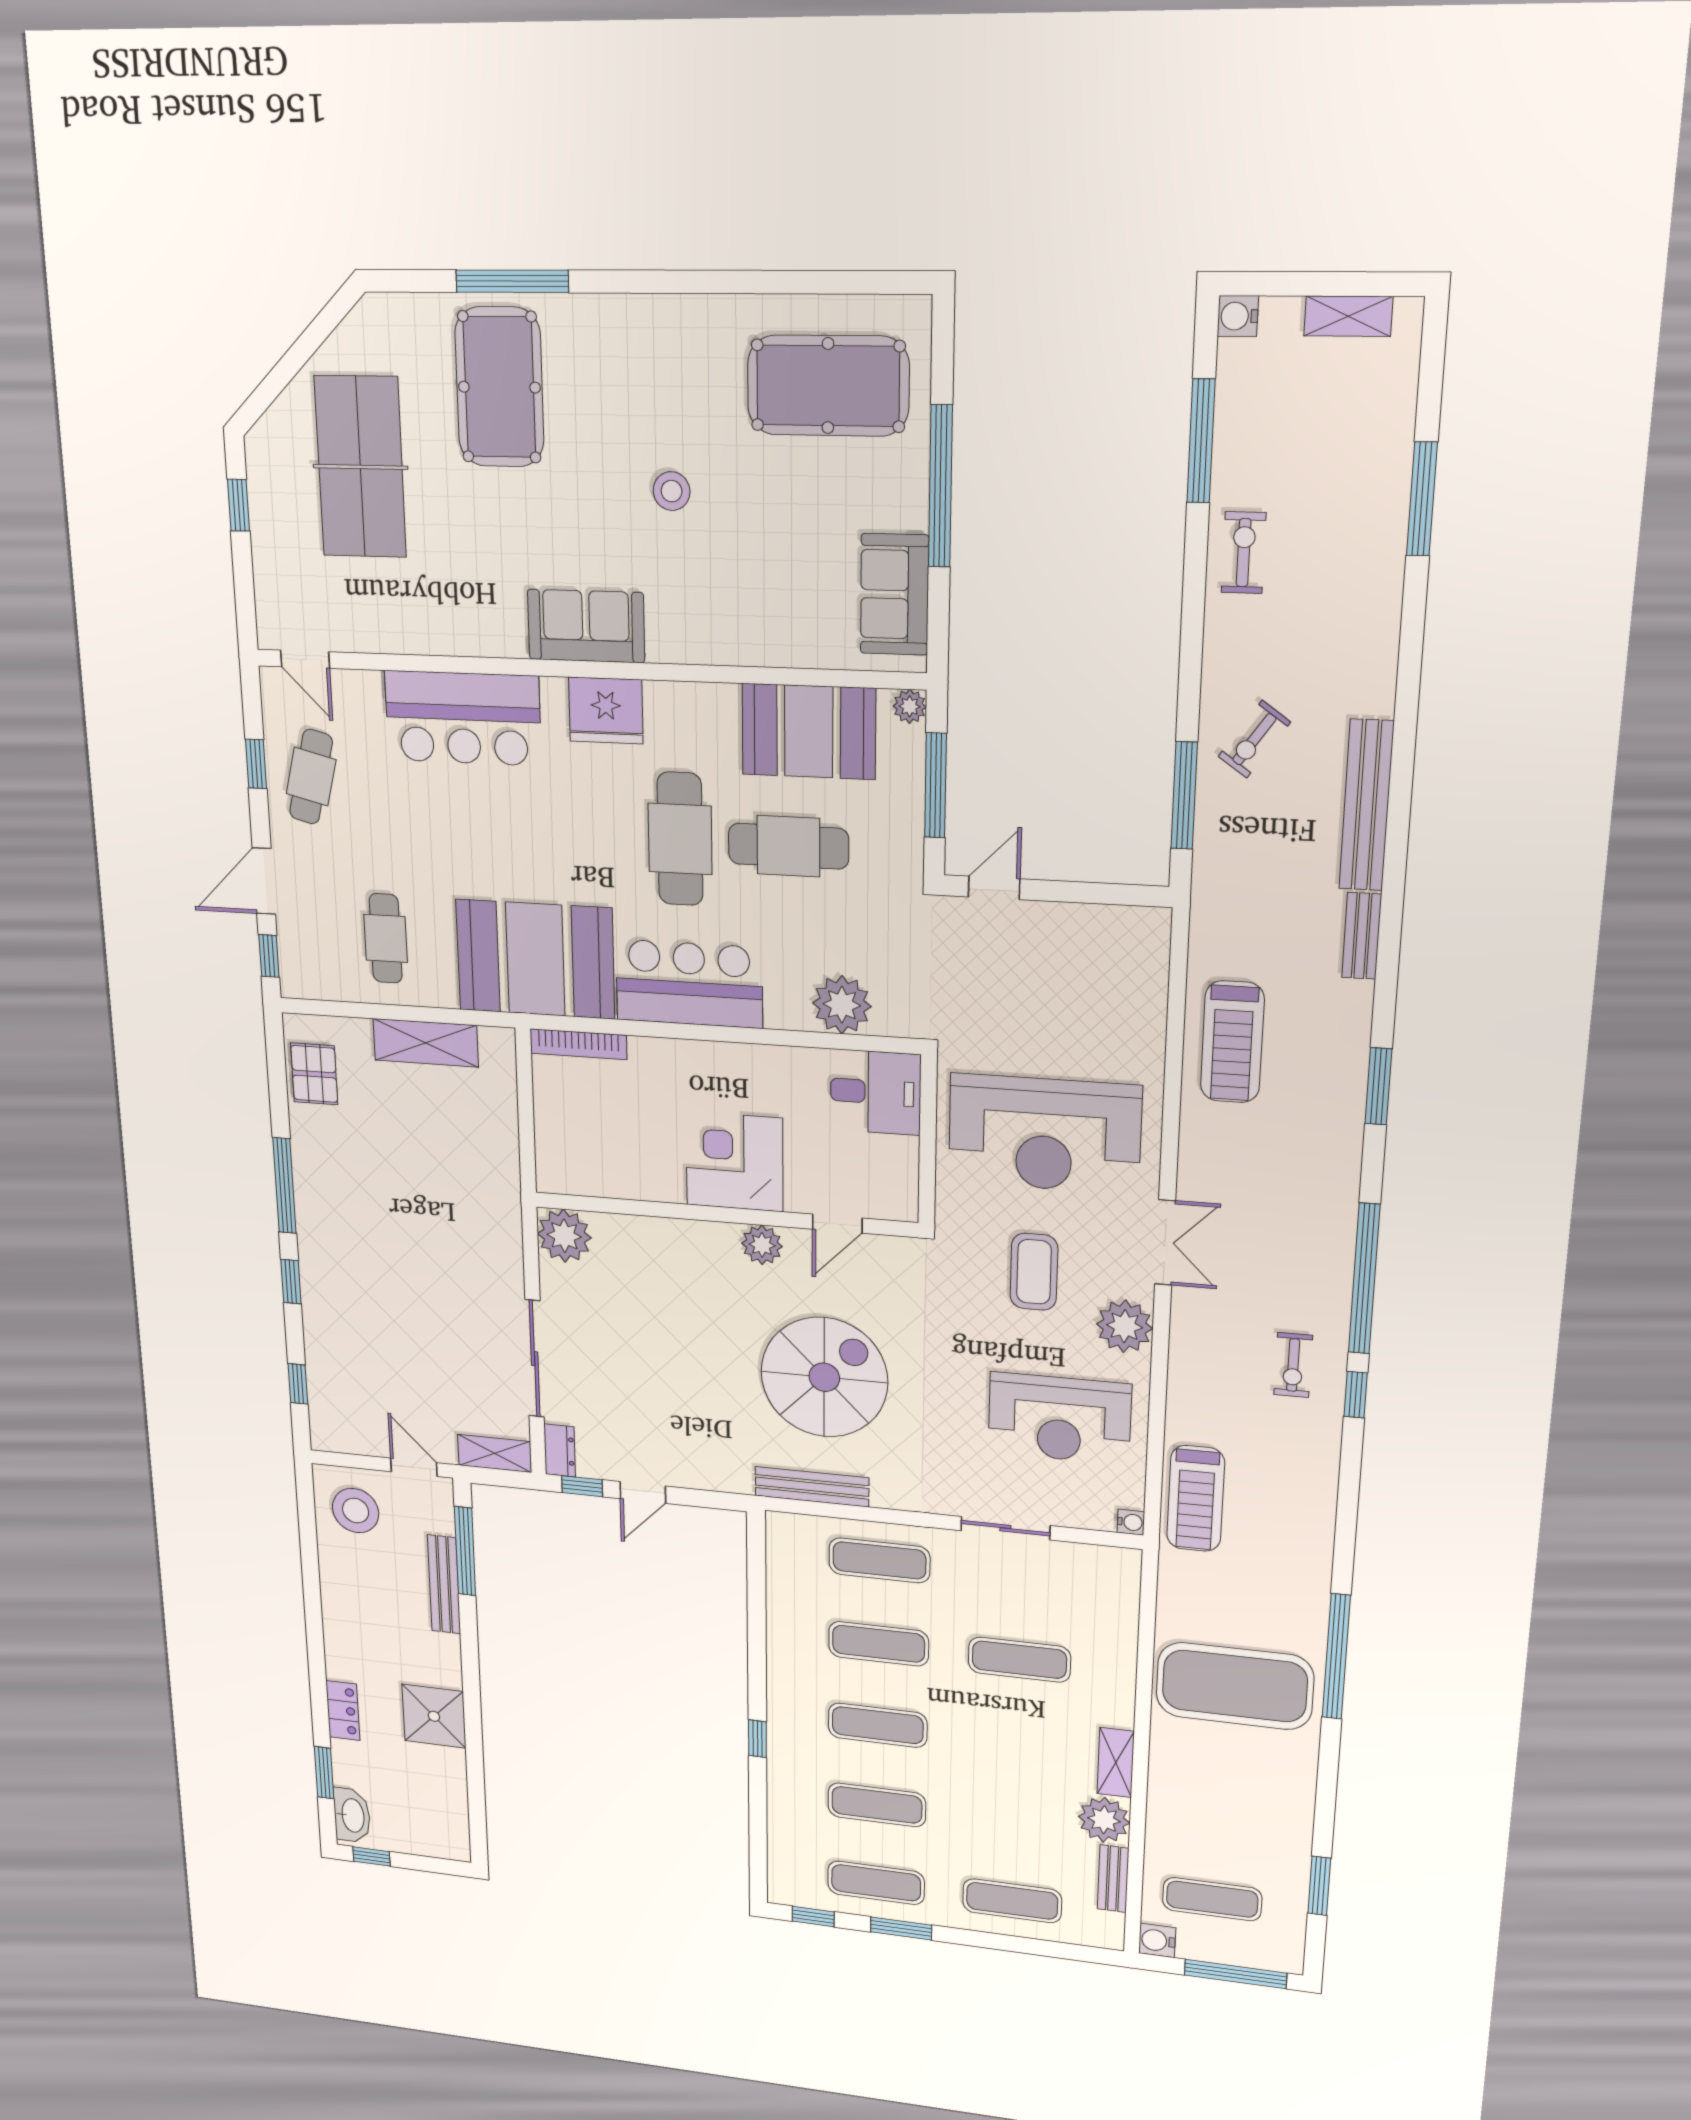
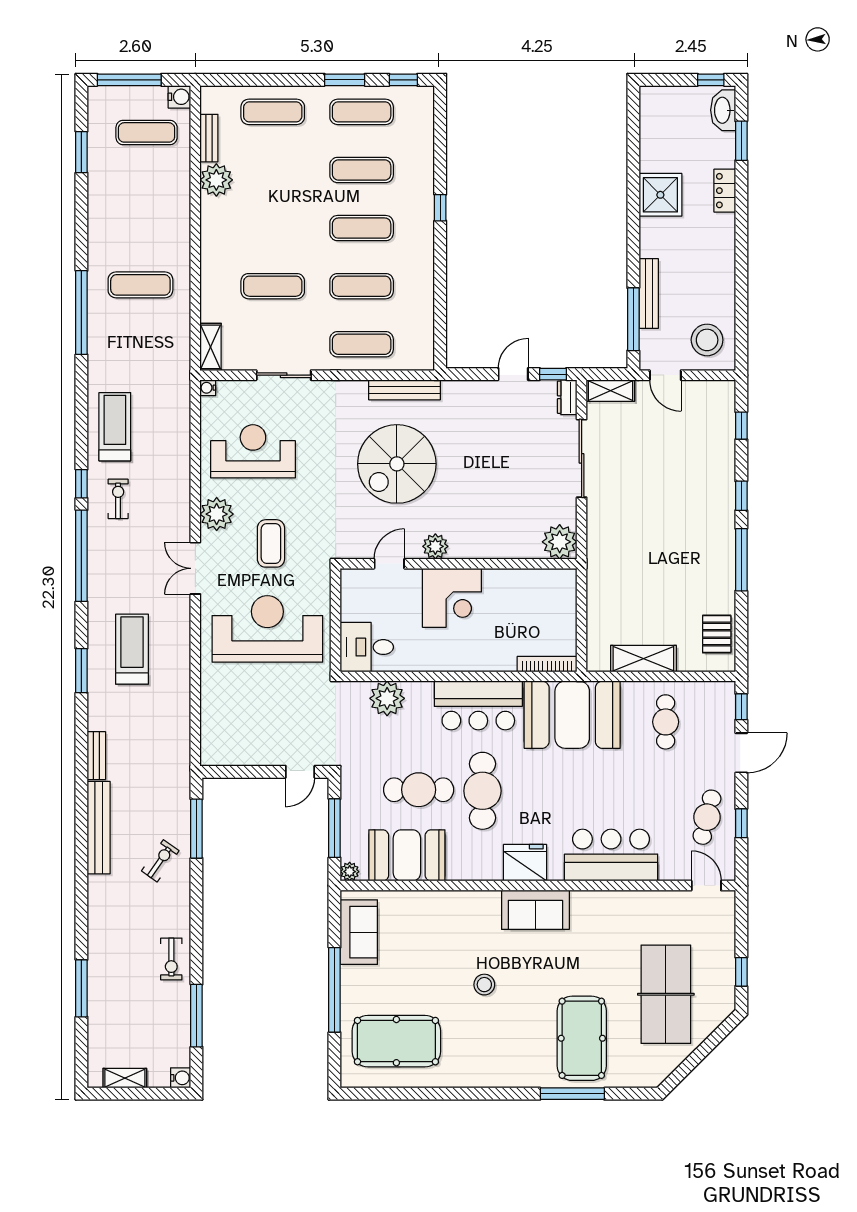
treadmill: (1232, 1042) -> (132, 649), moved
treadmill: (1196, 1499) -> (115, 427), moved
exercise mat: (1235, 1686) -> (140, 285), width x0.50, depth x0.69
shelving: (1116, 1763) -> (211, 347), moved

